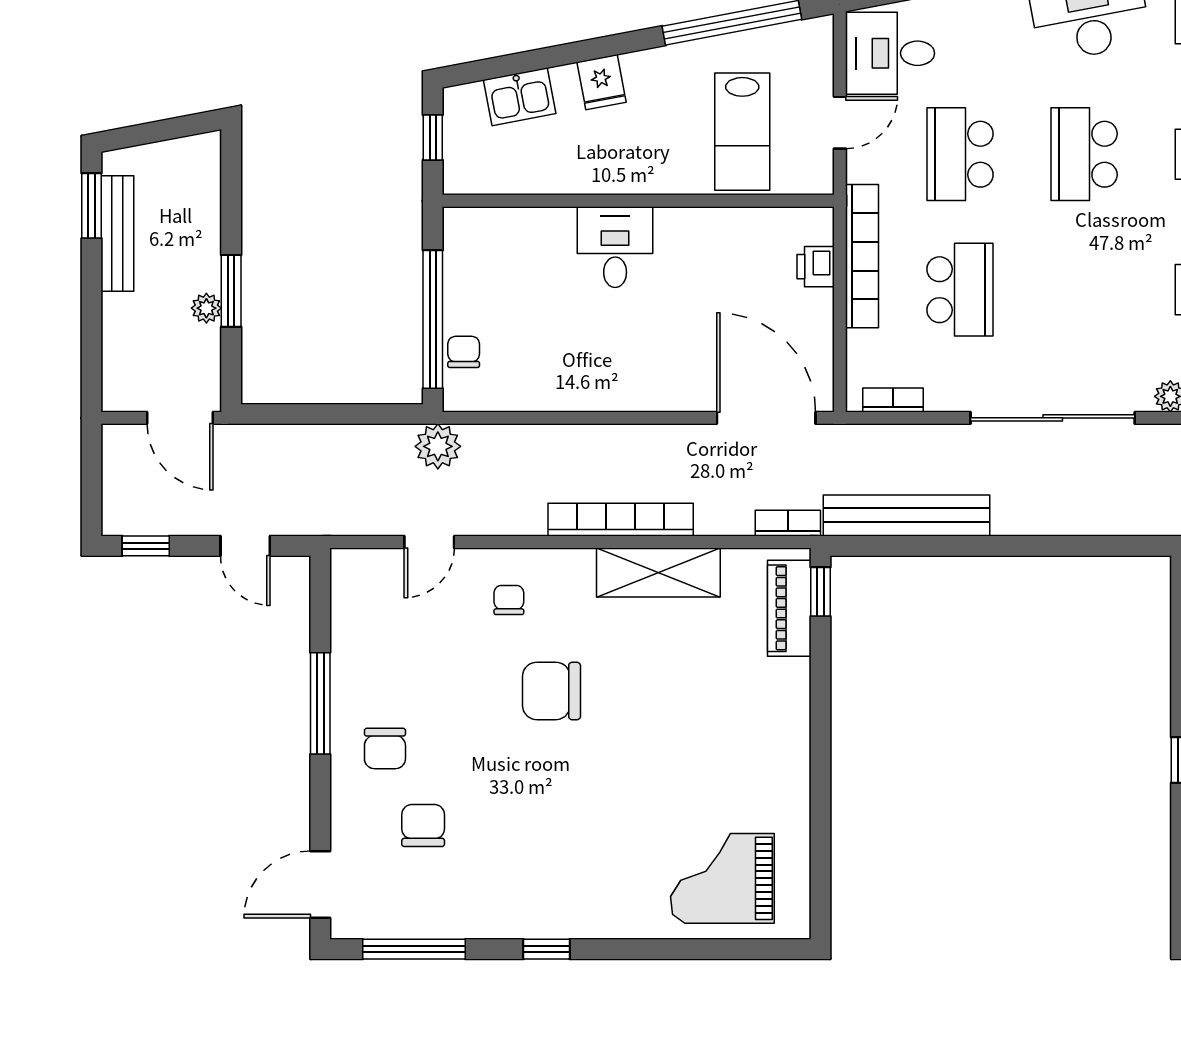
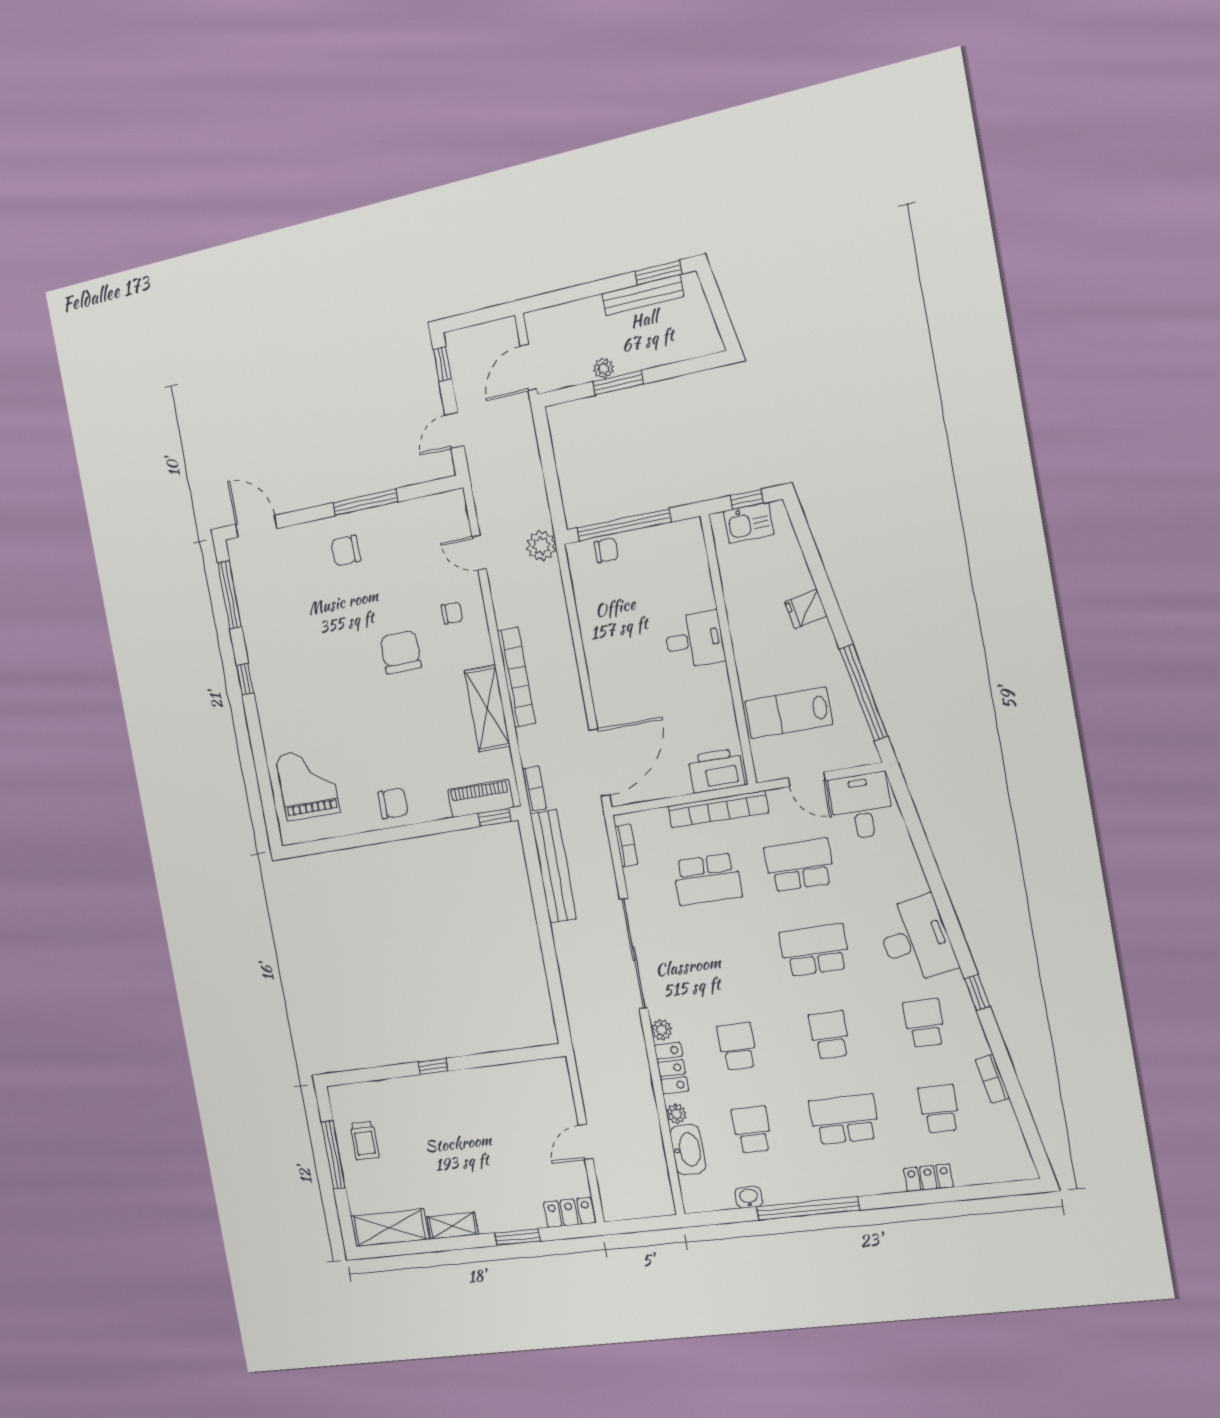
kitchen sink: (520, 97) -> (749, 523), moved, turned -79
printer: (816, 267) -> (716, 771), width x1.87, depth x1.48
chair: (423, 825) -> (393, 803), moved

